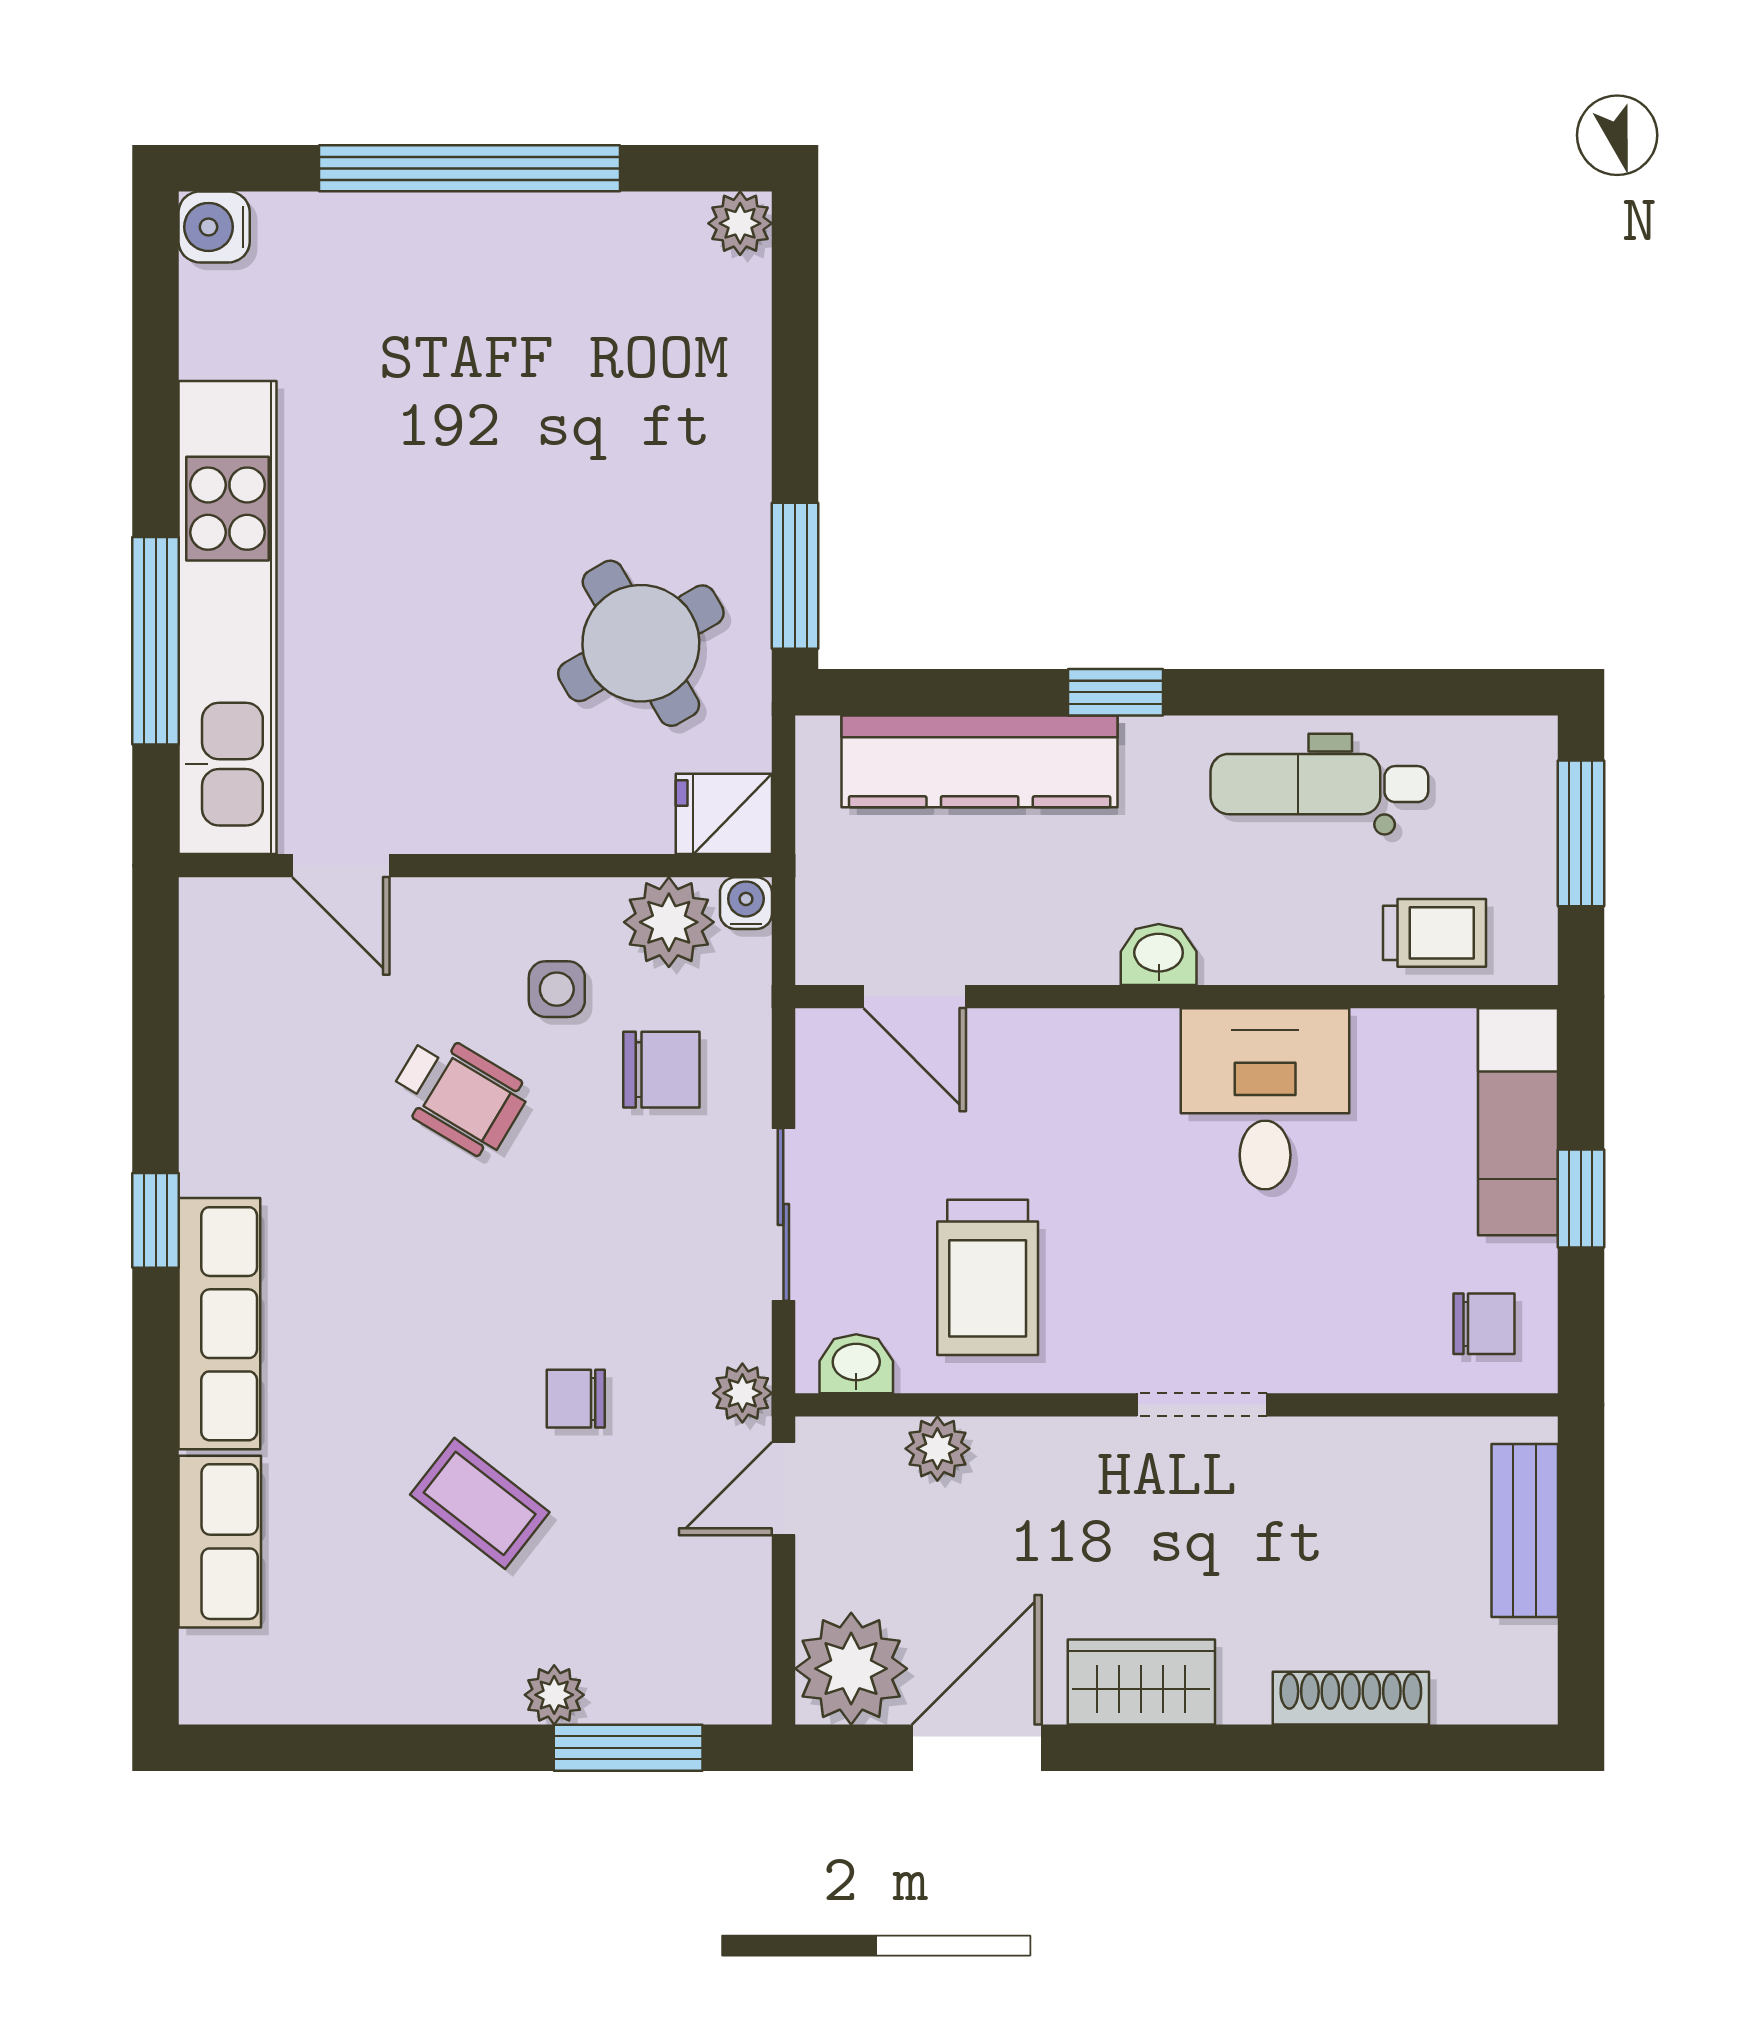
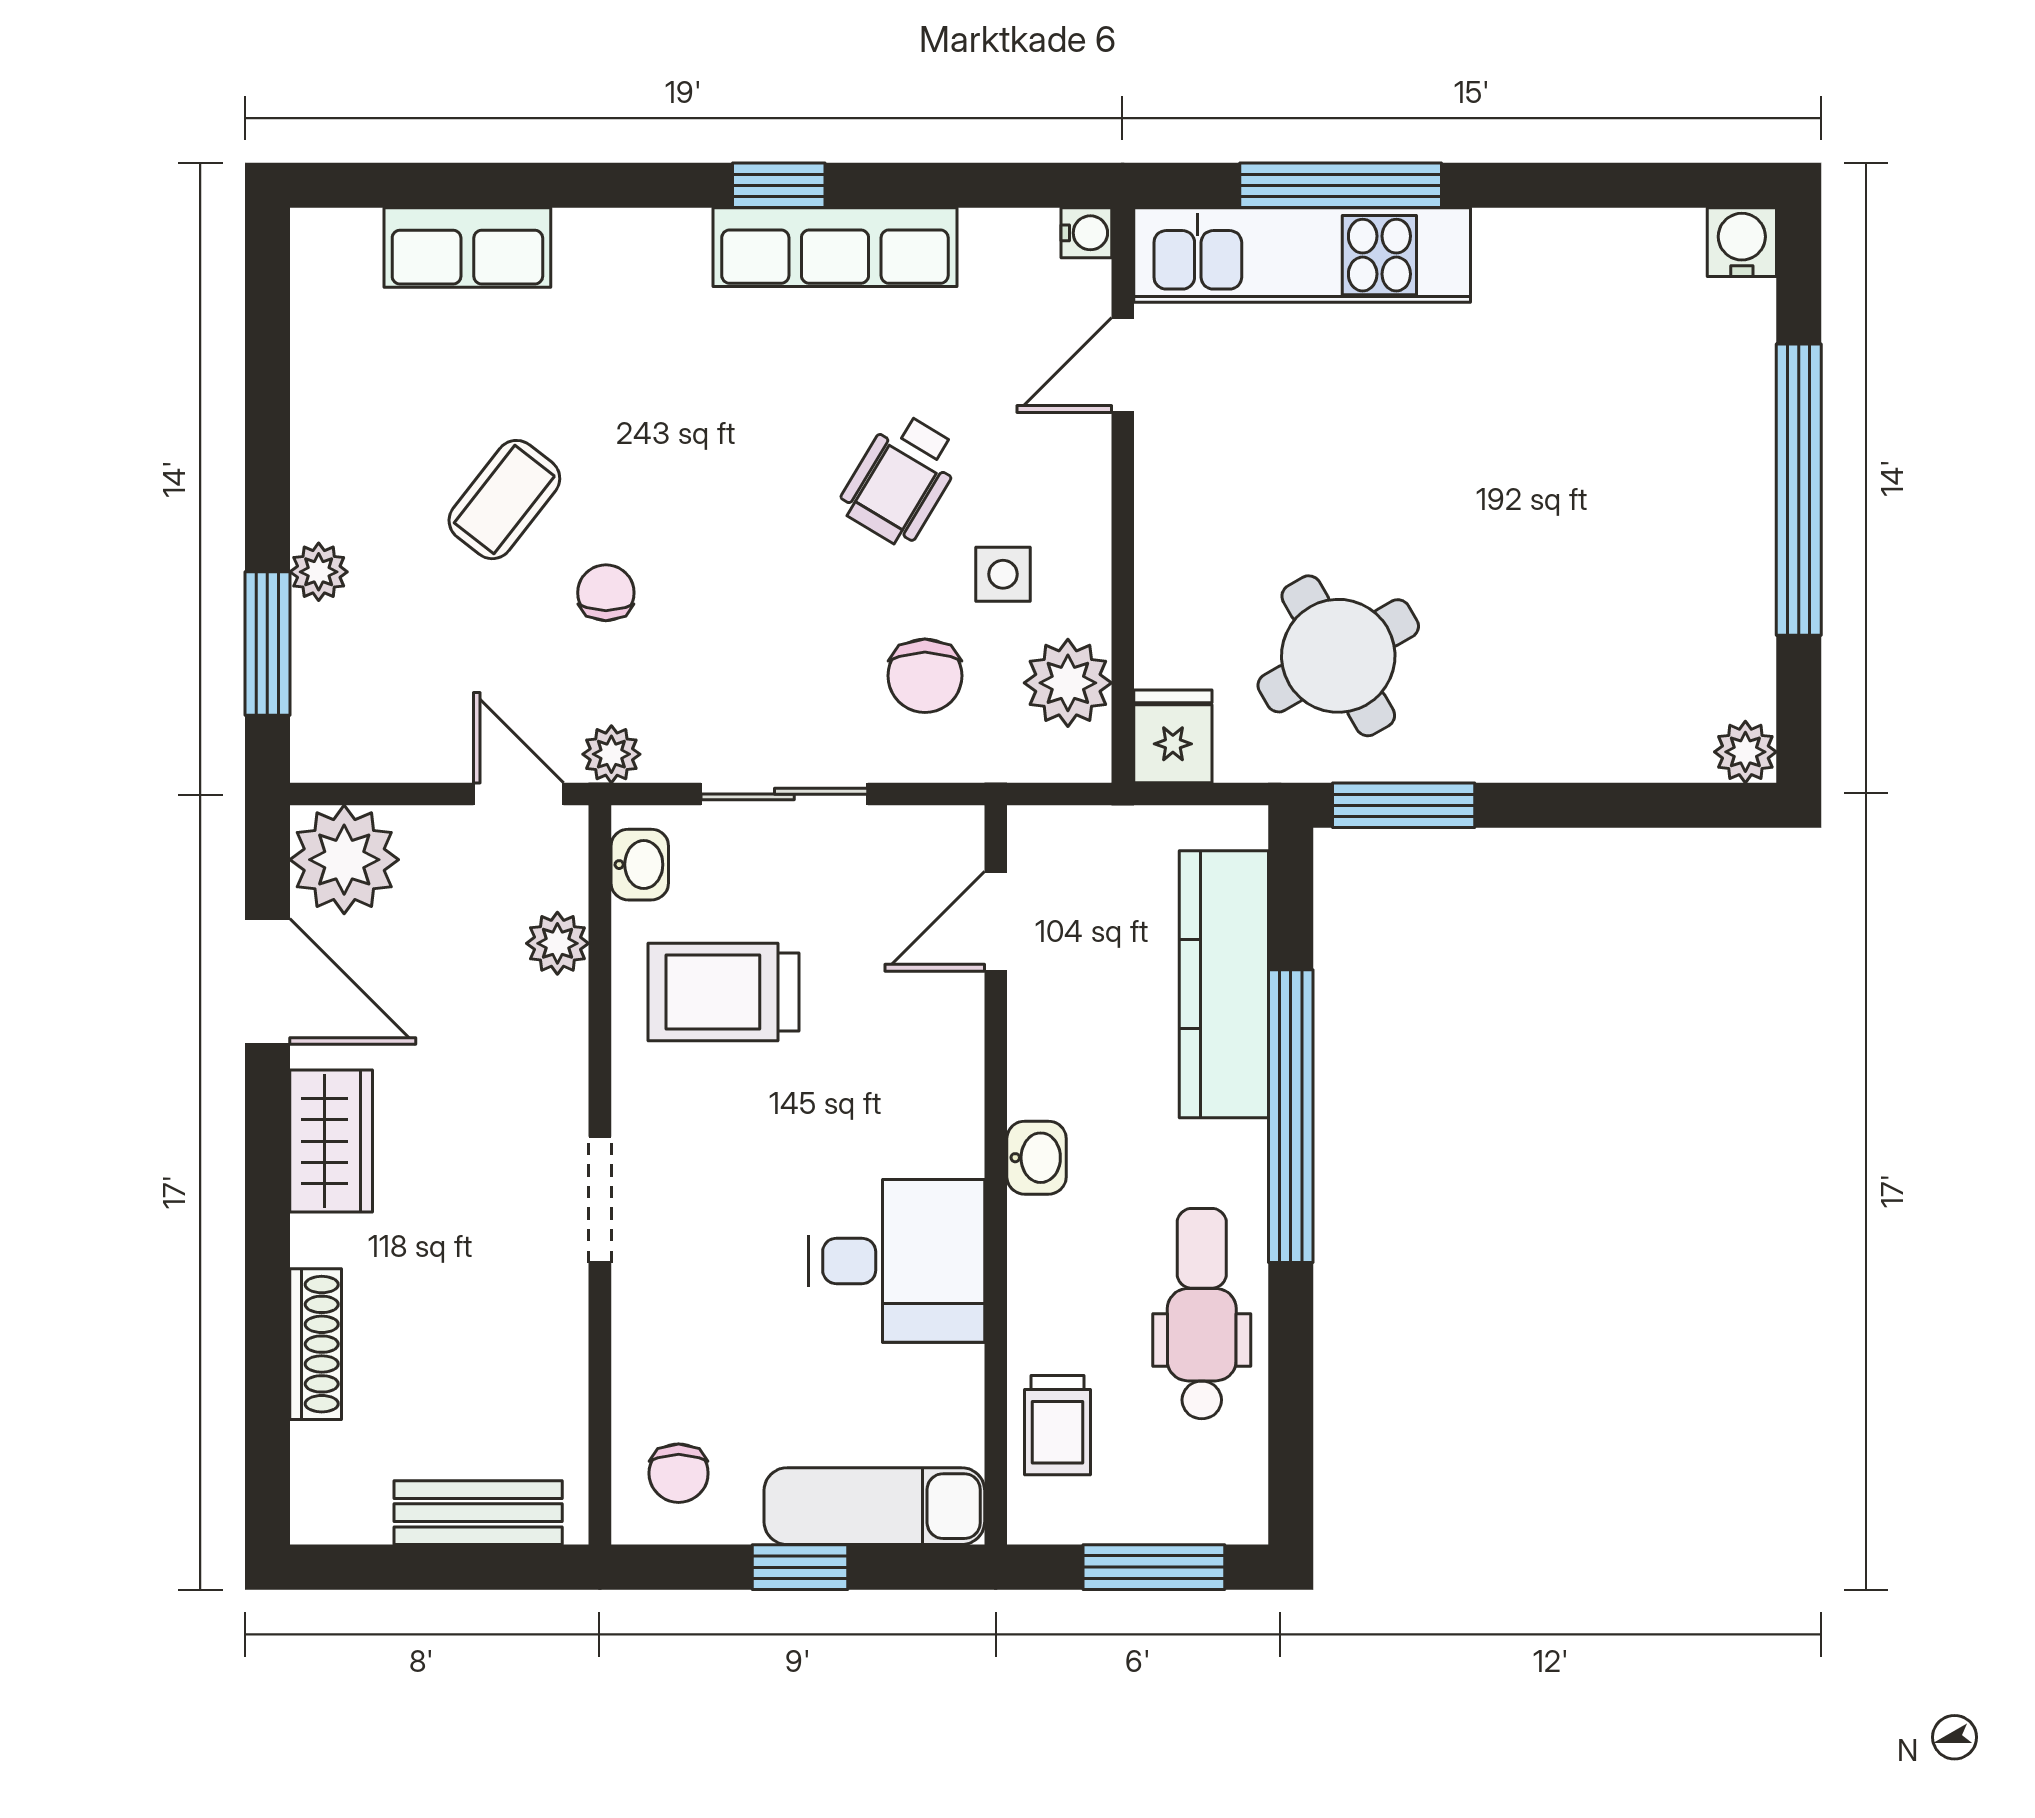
kitchen unit: (228, 617) -> (1302, 255), width x0.73
window: (1116, 692) -> (1291, 1116), width x3.17
water cooler: (746, 903) -> (1086, 233), moved
row of seats: (219, 1324) -> (835, 247), moved

